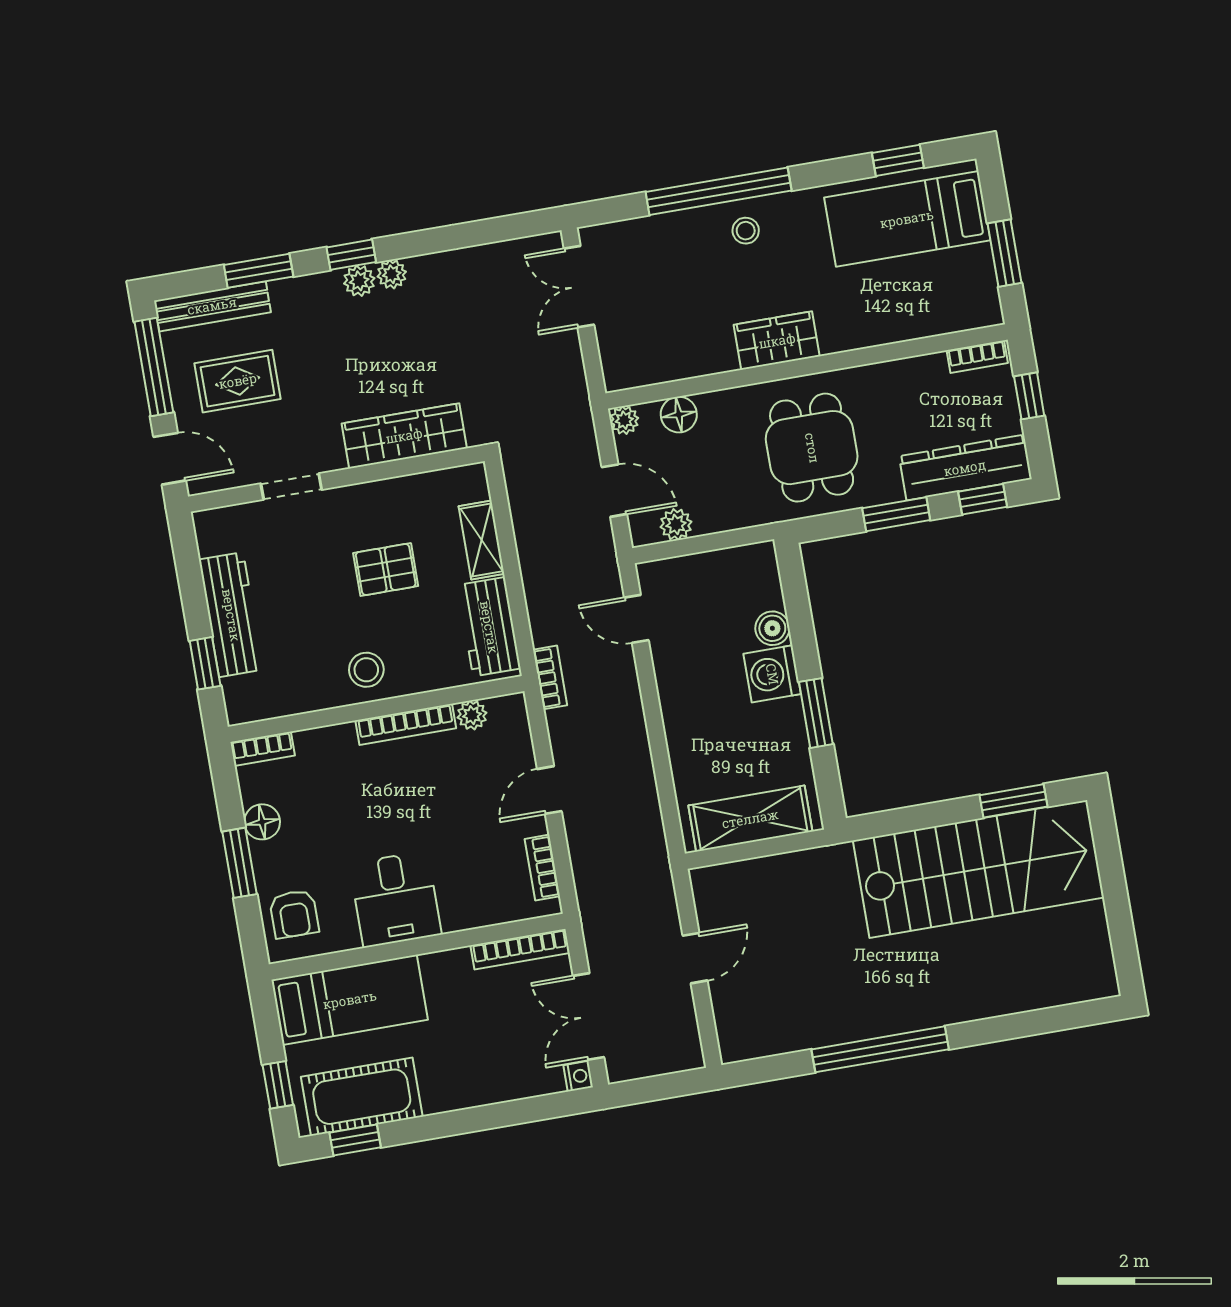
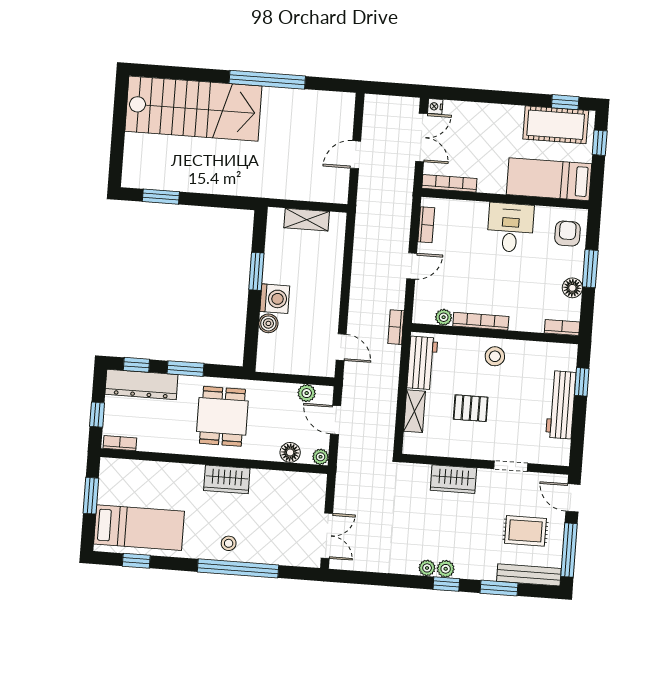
wardrobe: (404, 436) -> (453, 479), width x0.67
shelving: (750, 819) -> (307, 220), width x0.67, depth x0.75
stairs: (978, 869) -> (193, 109), moved, turned 180

